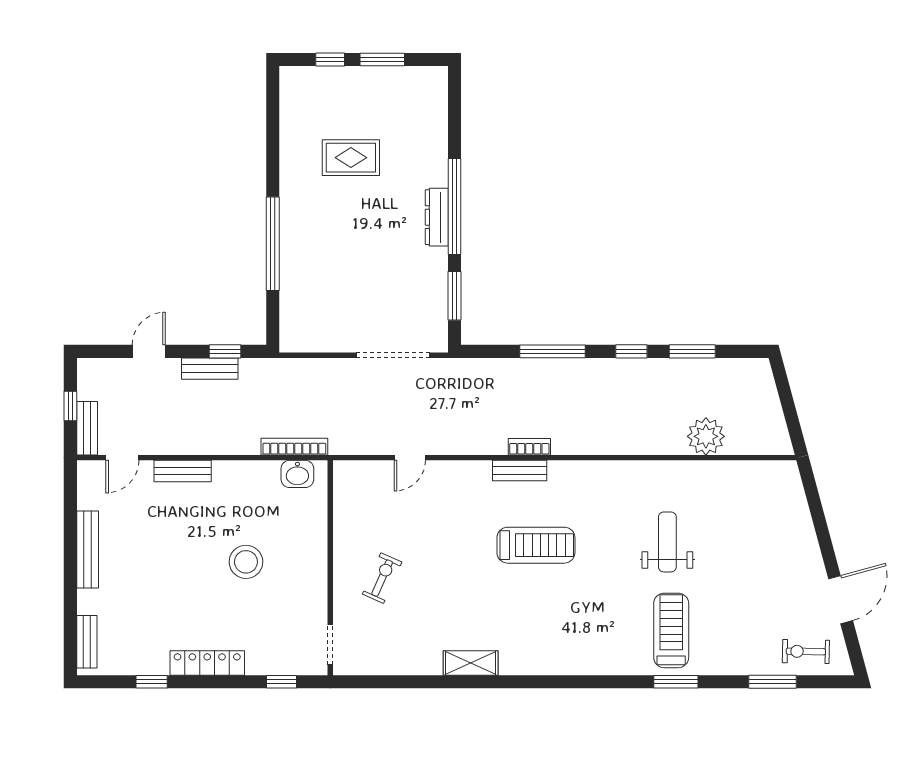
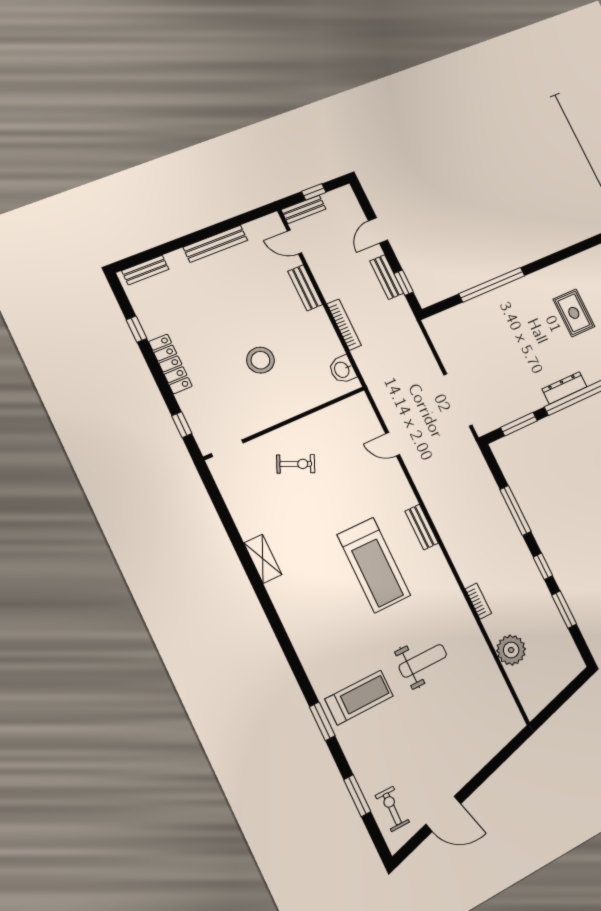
door: (149, 351) -> (378, 231), swing flipped
bookcase: (294, 447) -> (344, 325), moved
bookcase: (529, 447) -> (478, 601), moved
treadmill: (536, 545) -> (374, 565), width x1.37, depth x1.38

